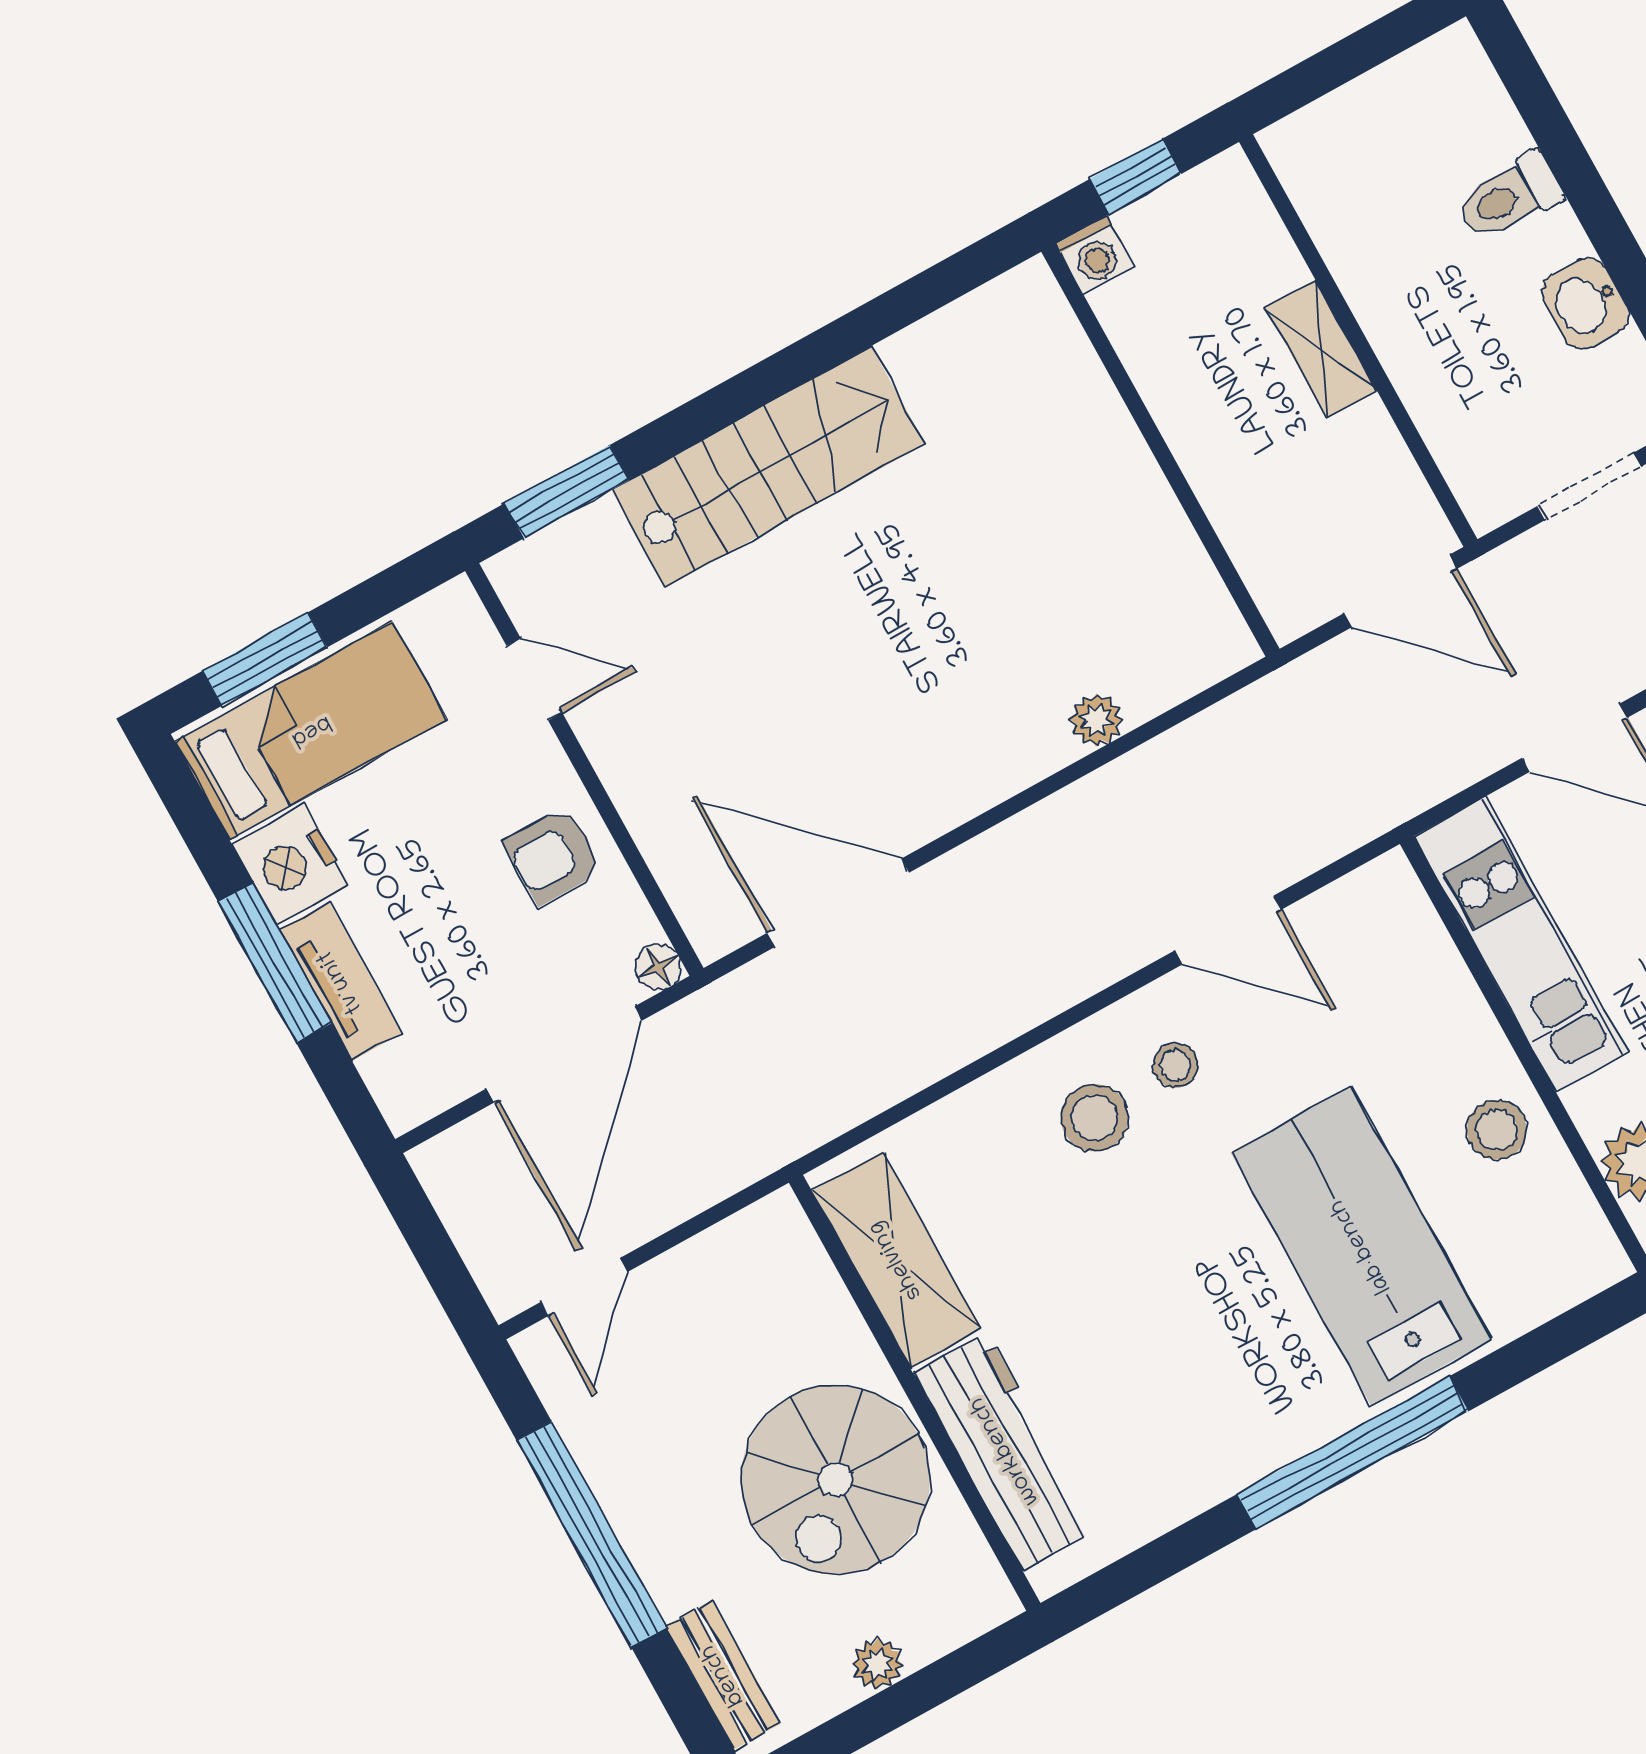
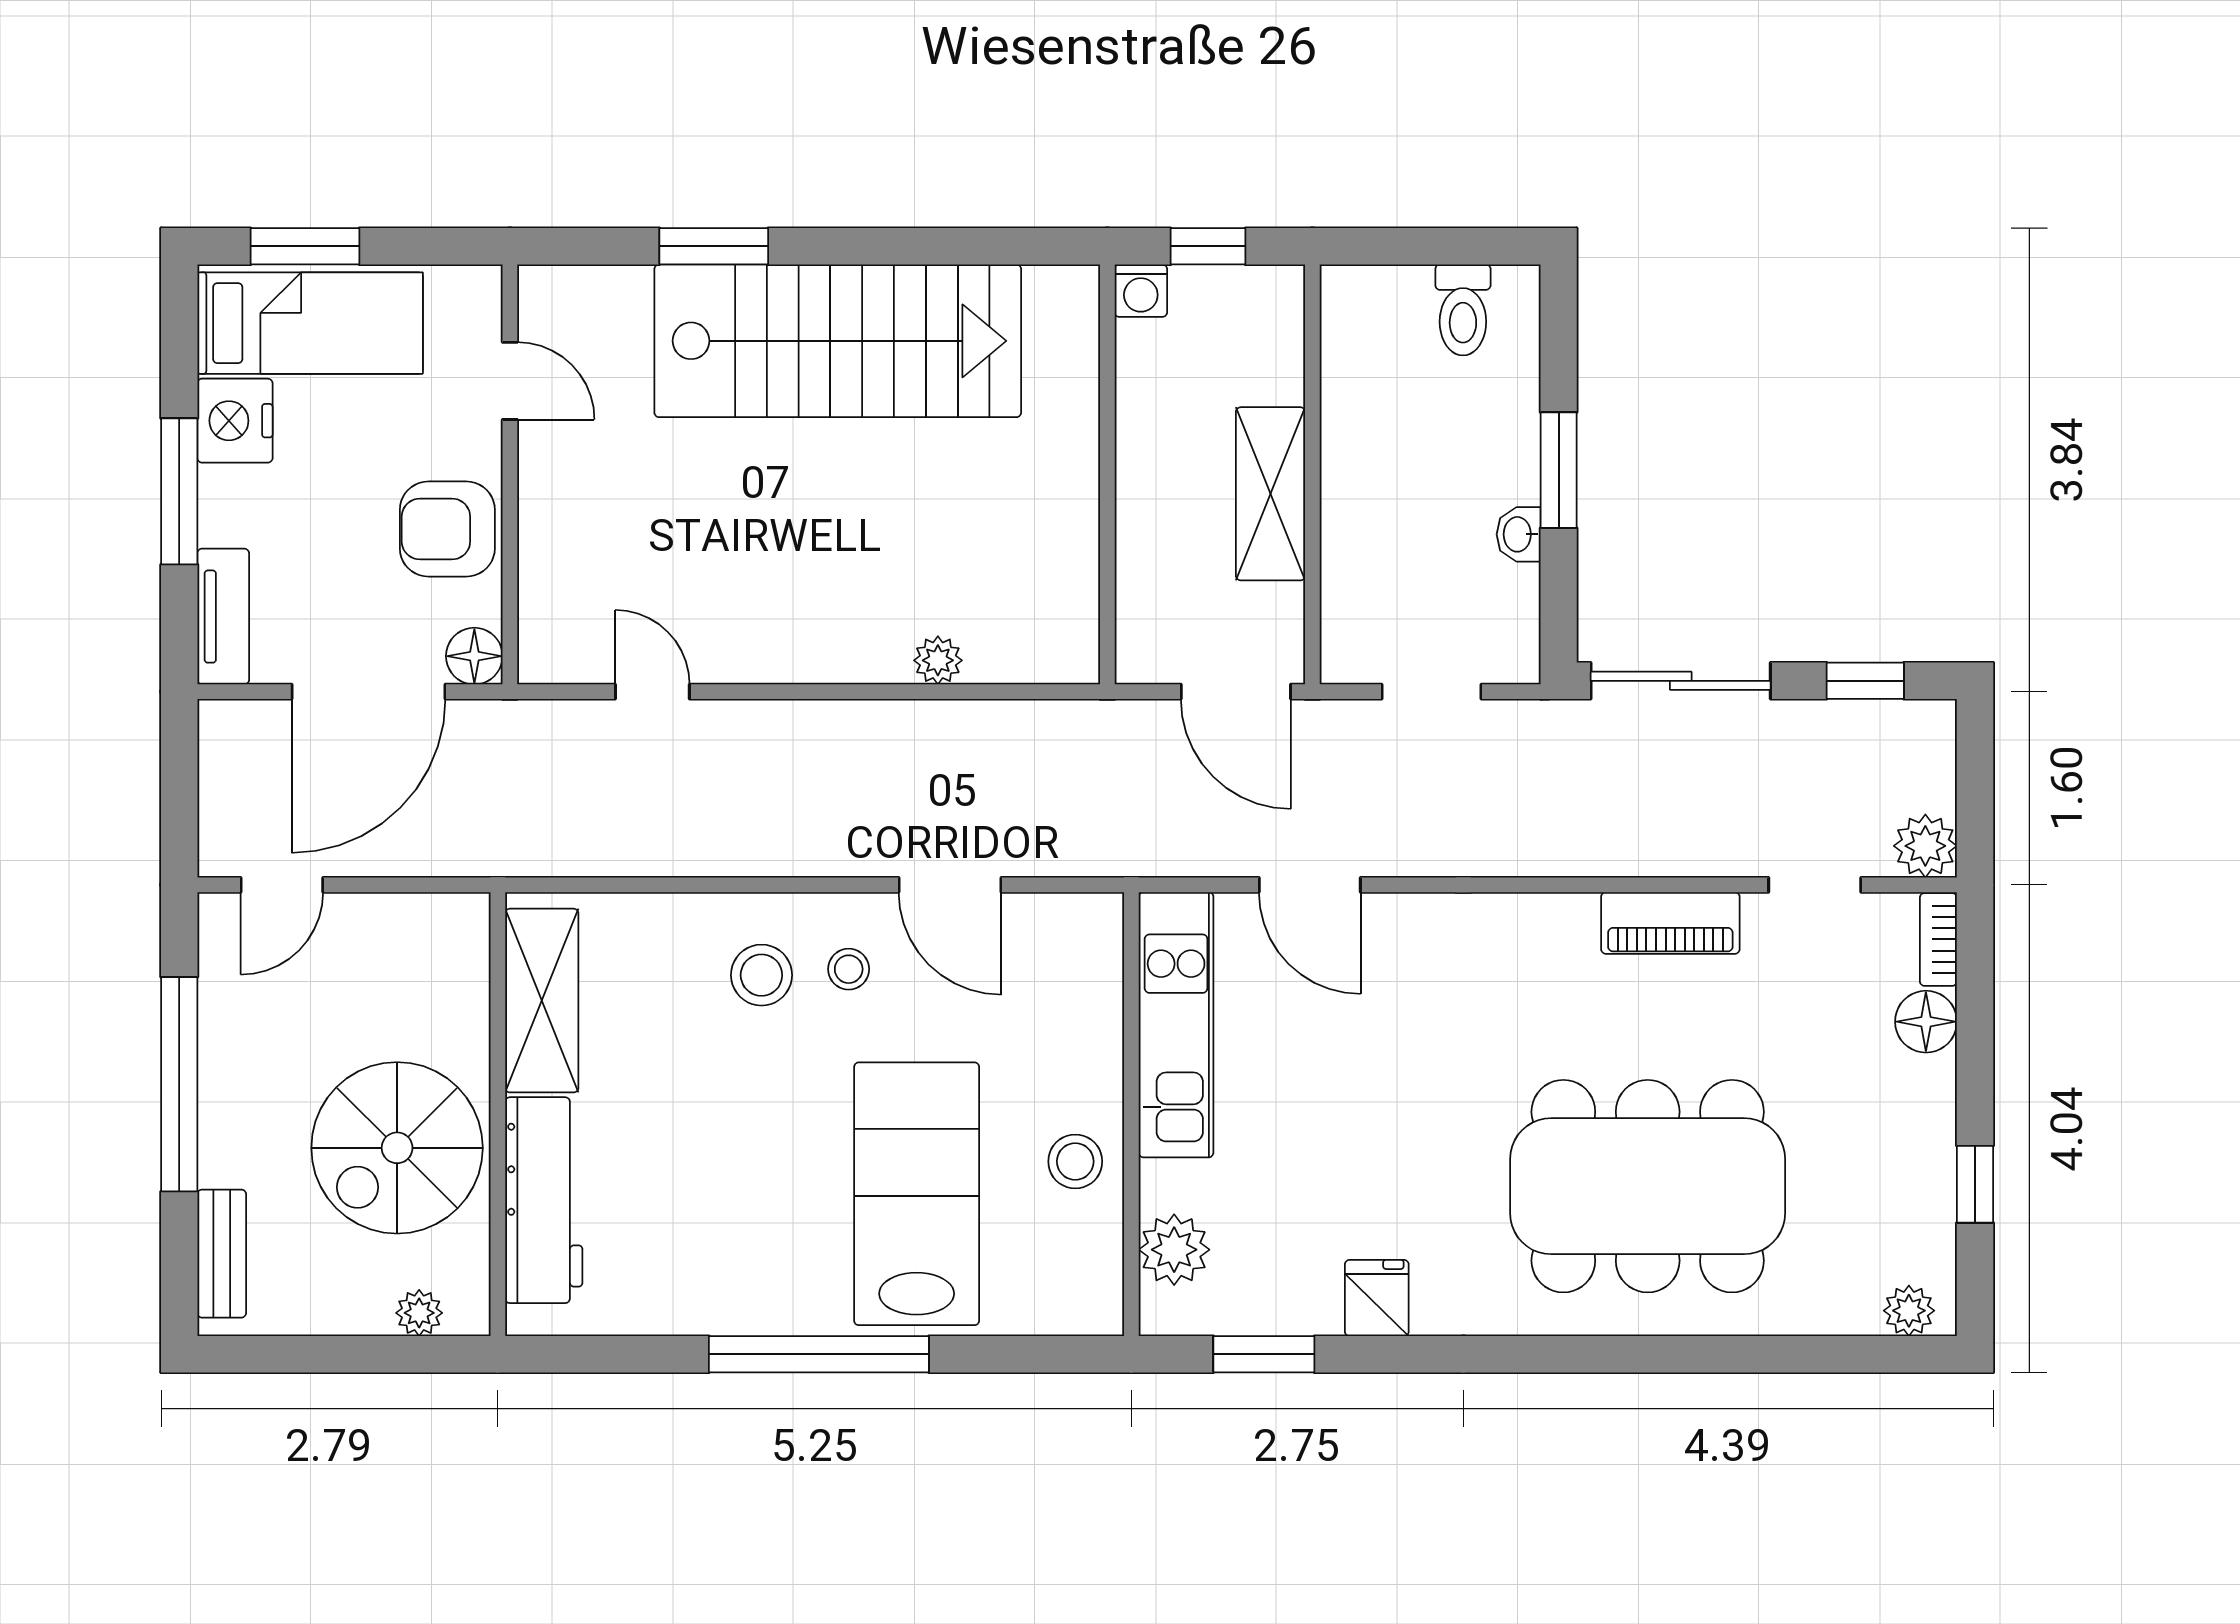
toilet: (1509, 197) -> (1463, 310), moved, turned -90
window: (1593, 205) -> (1559, 470), added
washbasin: (1585, 303) -> (1519, 534), width x0.72, depth x0.69
shelving: (1321, 349) -> (1271, 494), width x1.50, depth x1.33
stairs: (768, 467) -> (838, 341), width x1.36, depth x1.51
window: (567, 492) -> (714, 246), moved
armchair: (553, 856) -> (447, 529), width x1.38, depth x1.38
door: (838, 903) -> (652, 692), width x0.53
floor lamp: (659, 967) -> (474, 656), width x1.37, depth x1.37
tv unit: (341, 982) -> (223, 617), moved
plant: (877, 1664) -> (419, 1313), moved

